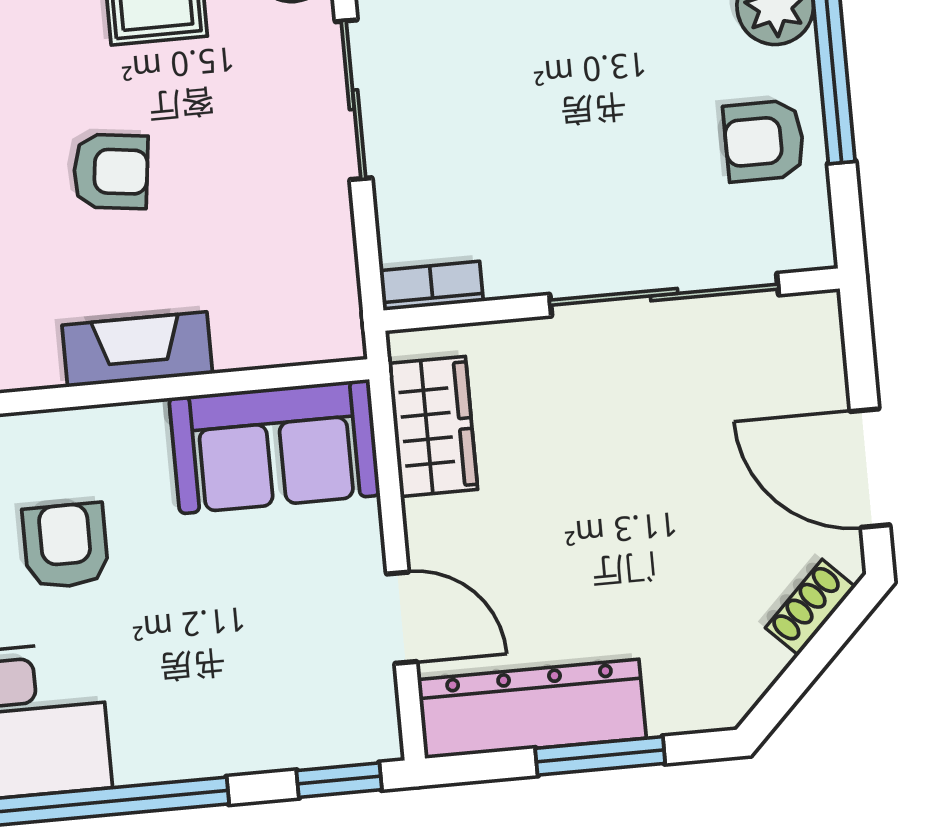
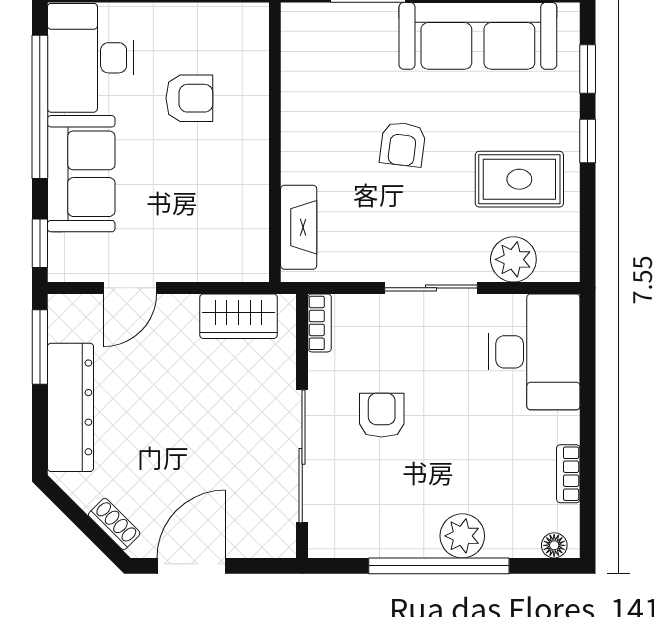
armchair: (764, 141) -> (382, 415), moved
fireplace: (137, 349) -> (299, 227), moved
sofa: (275, 447) -> (81, 174), moved, turned 180
dresser: (532, 709) -> (71, 407), moved
window: (600, 756) -> (40, 347), moved

